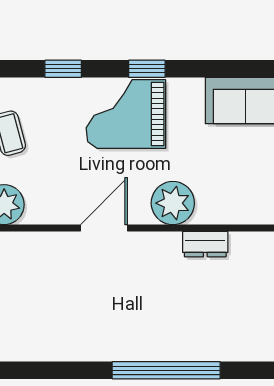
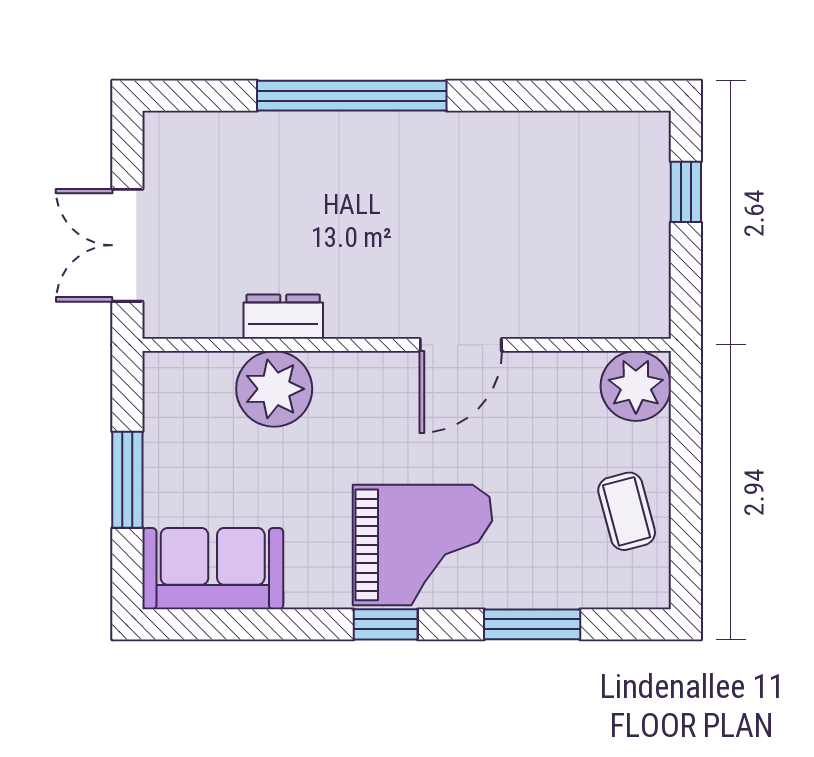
window: (63, 69) -> (532, 624), width x1.50
plant: (173, 203) -> (274, 389), moved

